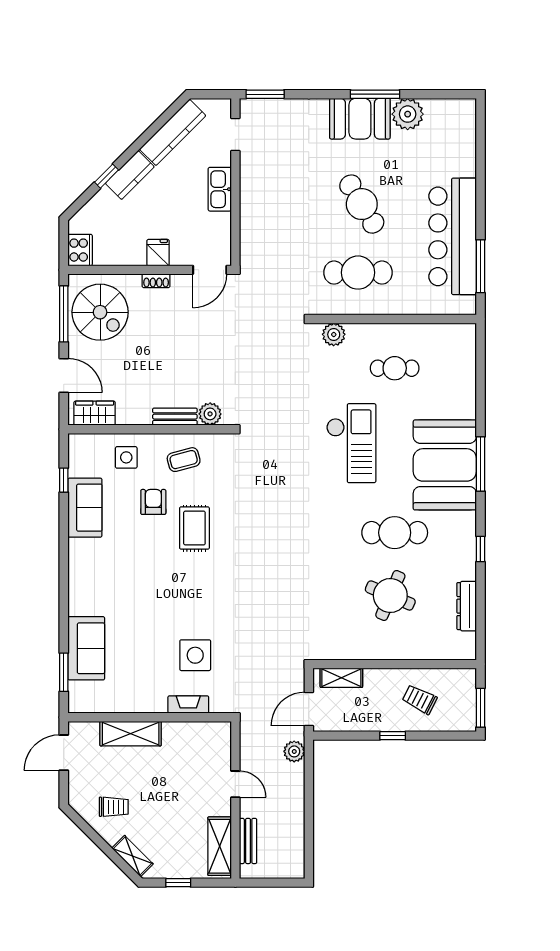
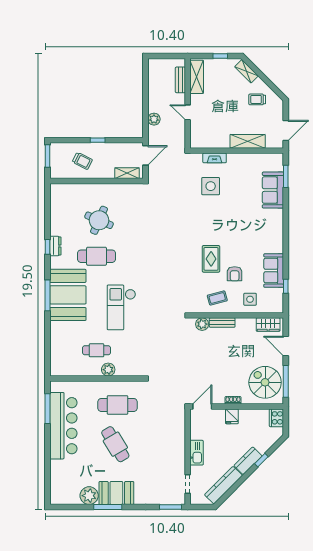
plant: (334, 334) -> (108, 370), moved
dresser: (467, 606) -> (55, 246), moved, width x0.70
plant: (294, 751) -> (154, 119), moved

